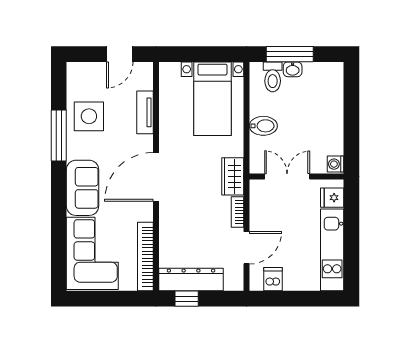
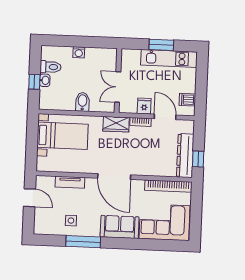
window: (290, 54) -> (34, 82), width x0.46
toilet: (273, 77) -> (51, 67), moved
side table: (89, 116) -> (71, 221), width x0.54, depth x0.54
washing machine: (336, 164) -> (79, 52), moved
fridge: (332, 198) -> (144, 106), moved, turned 180
window: (351, 238) -> (161, 45), added

